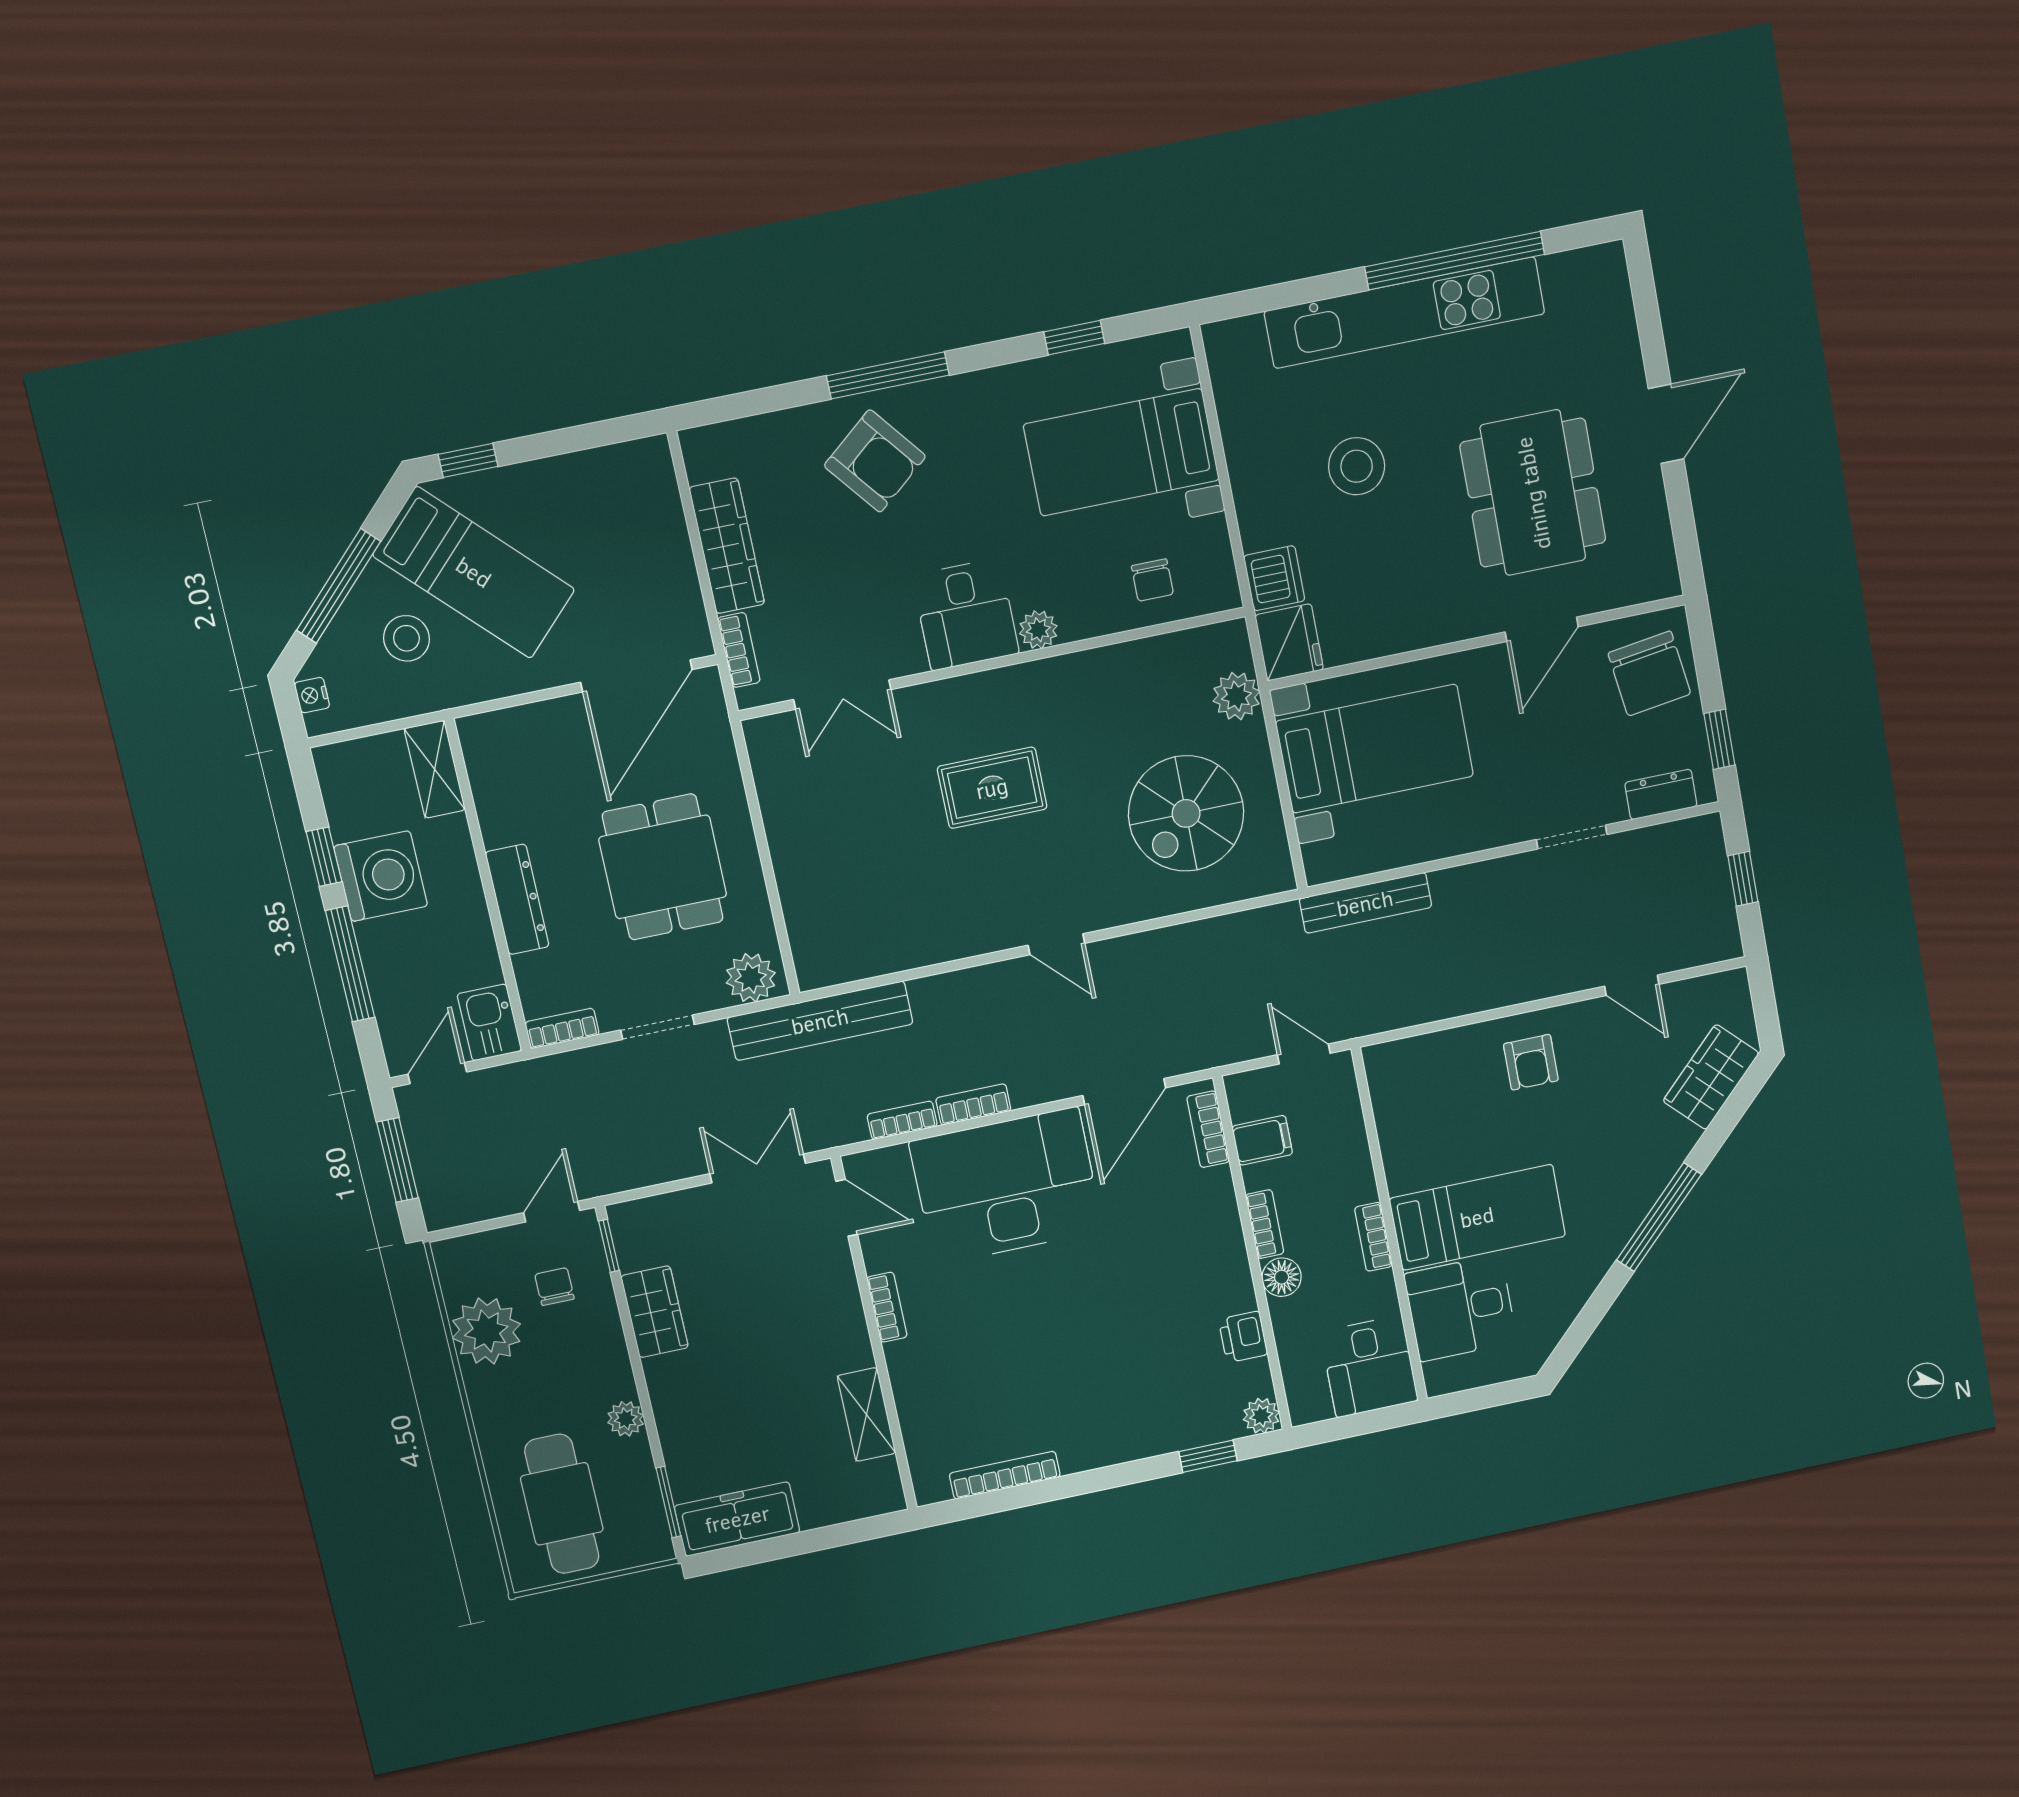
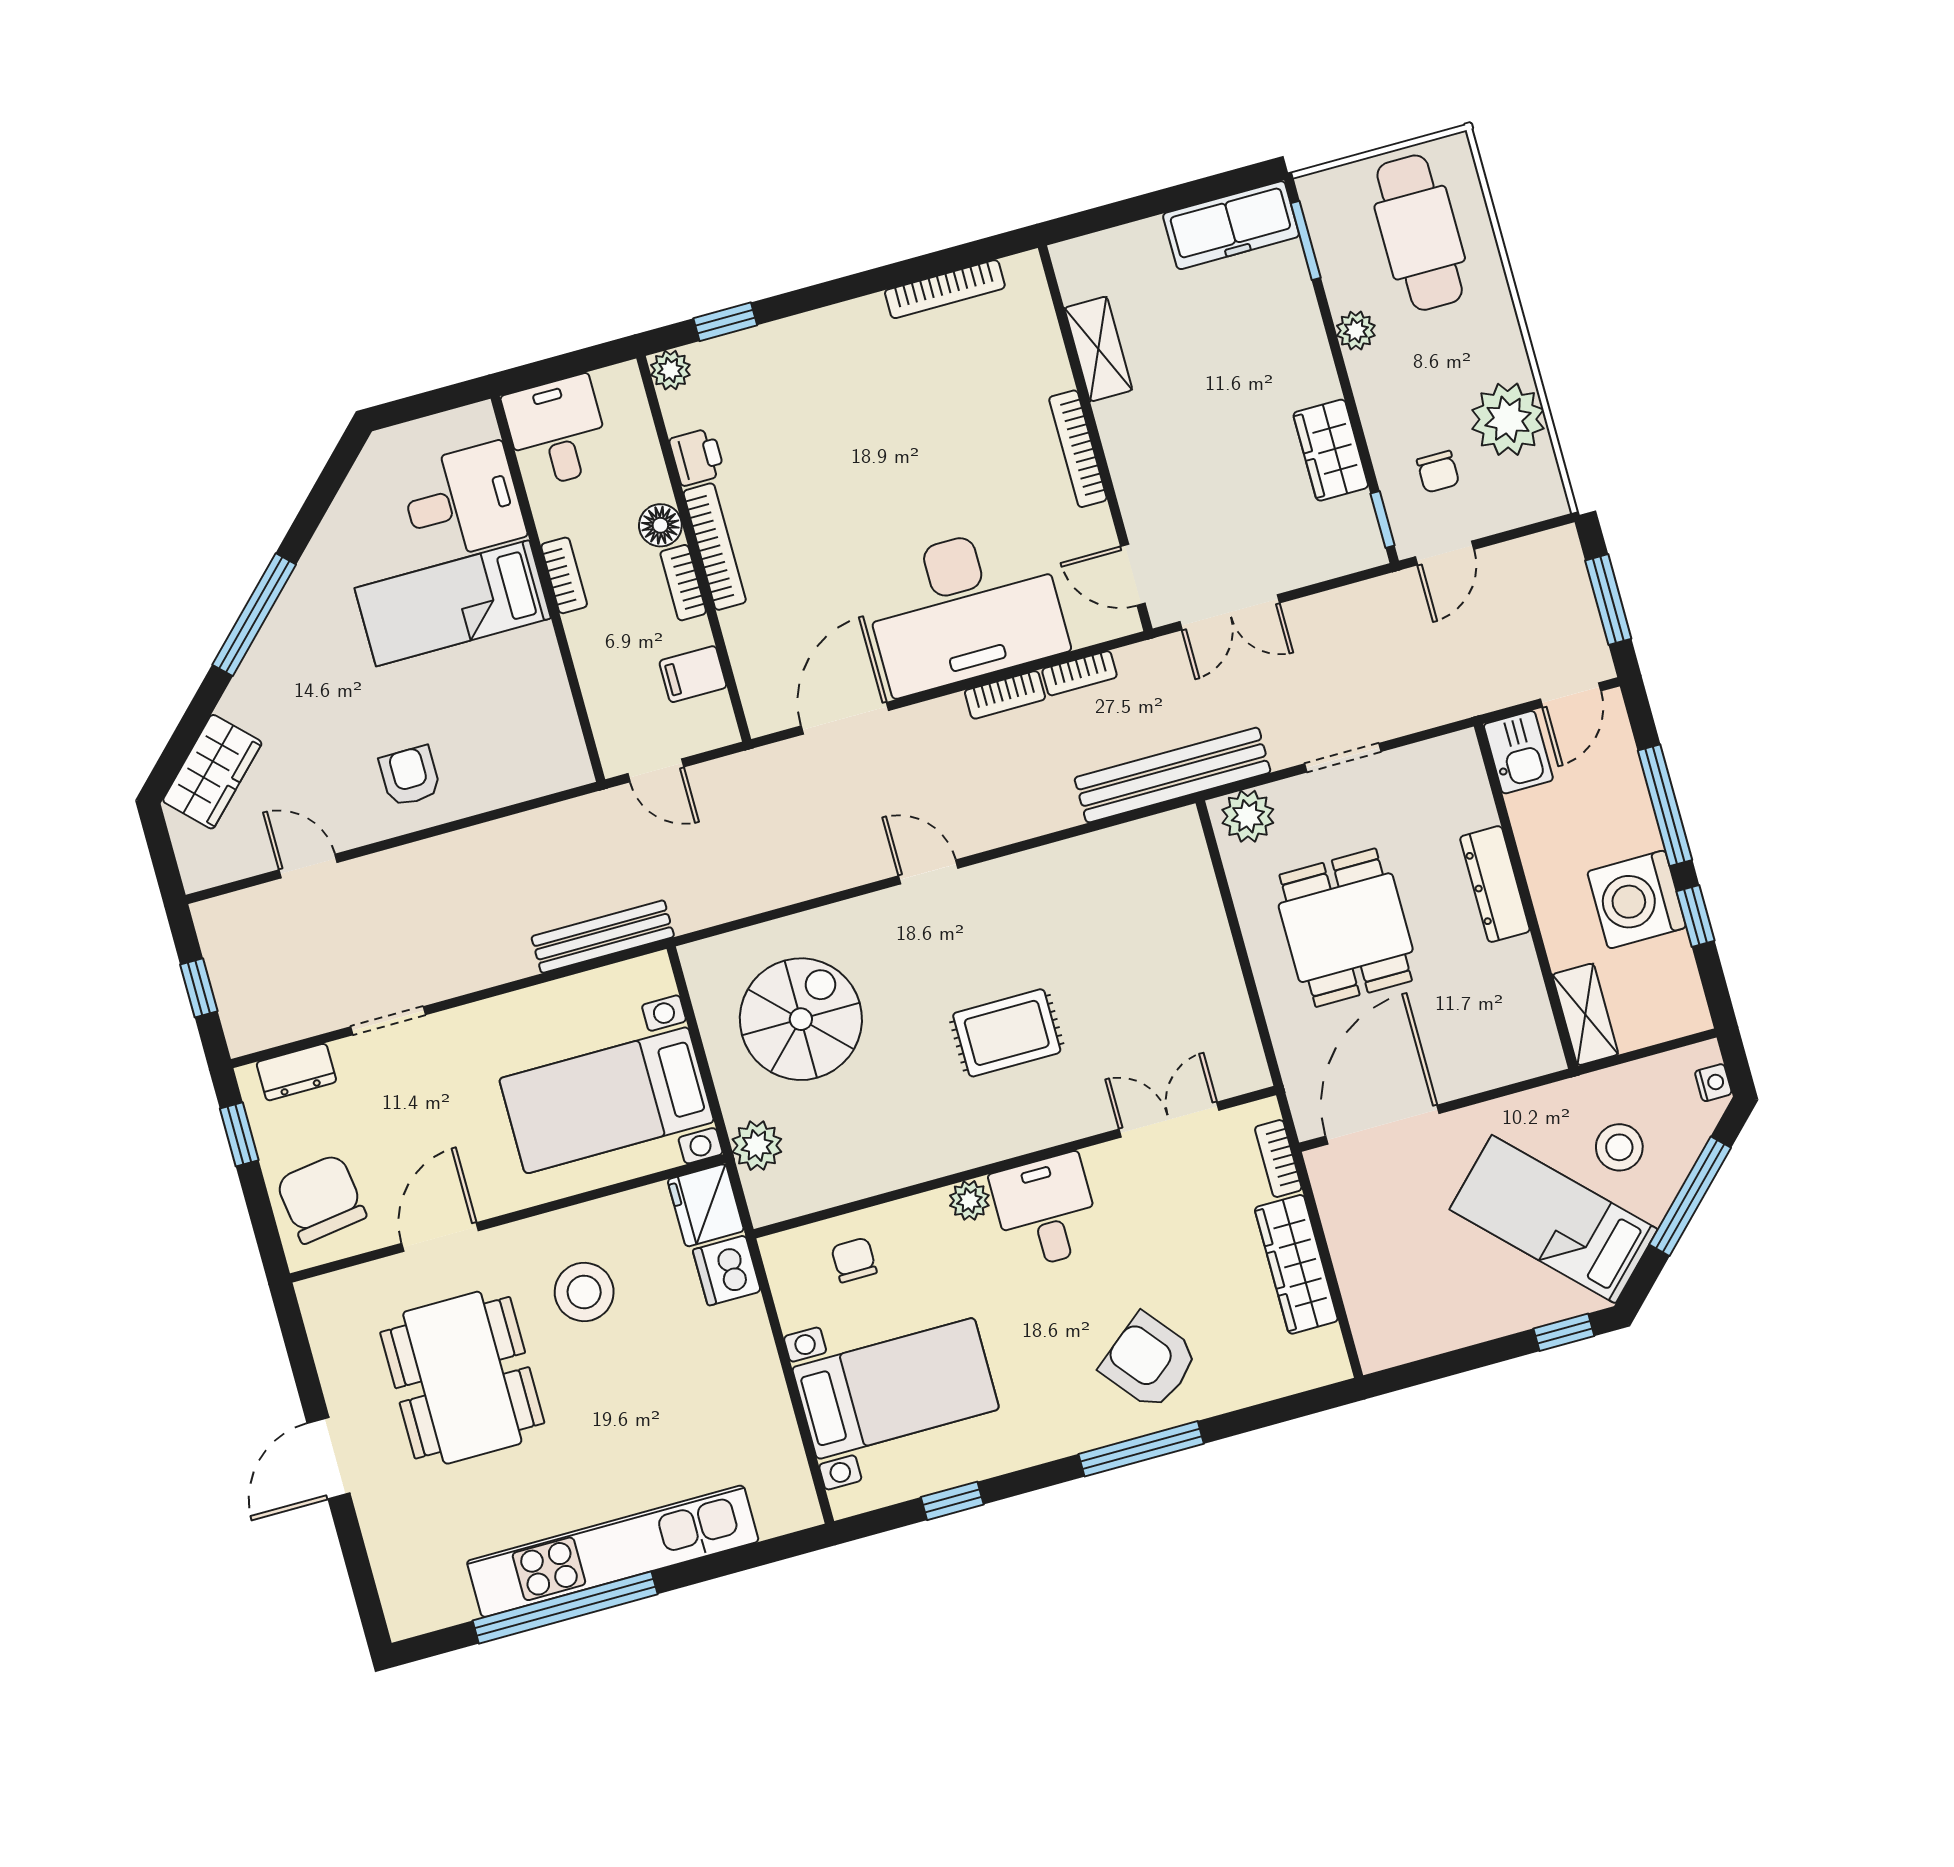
stool: (1357, 466) -> (584, 1292), moved
bookcase: (562, 1028) -> (1442, 750), removed
bookcase: (1208, 1129) -> (715, 547), moved, width x1.56
bookcase: (887, 1307) -> (1078, 449), width x1.56

